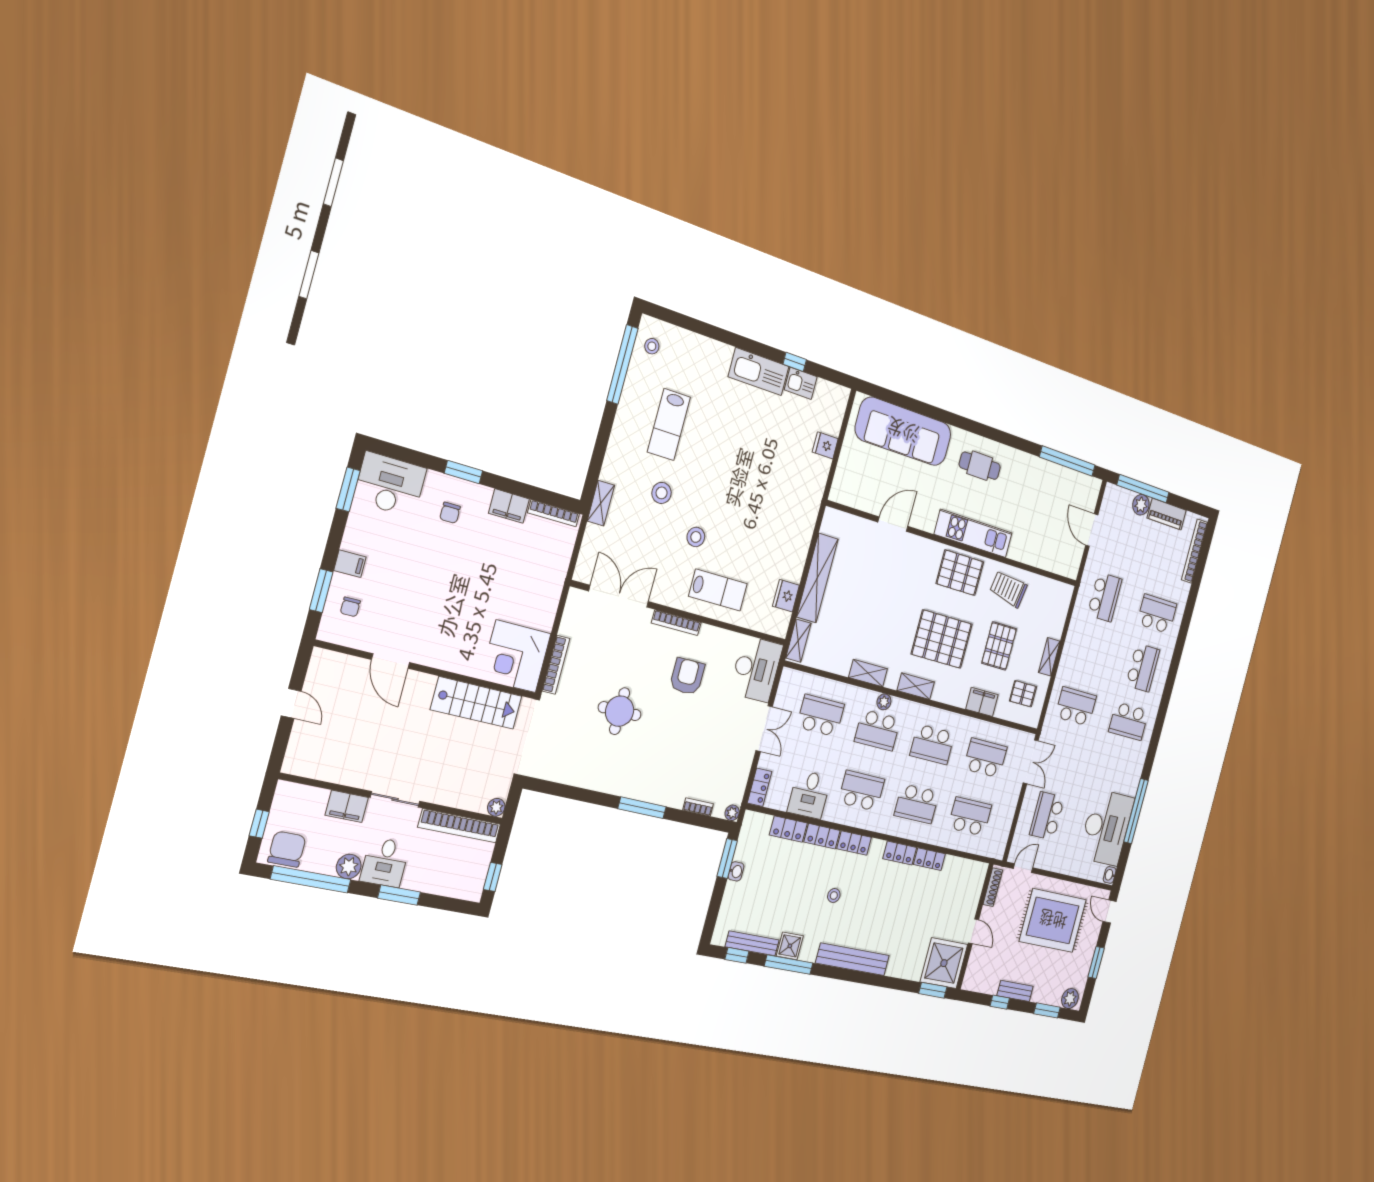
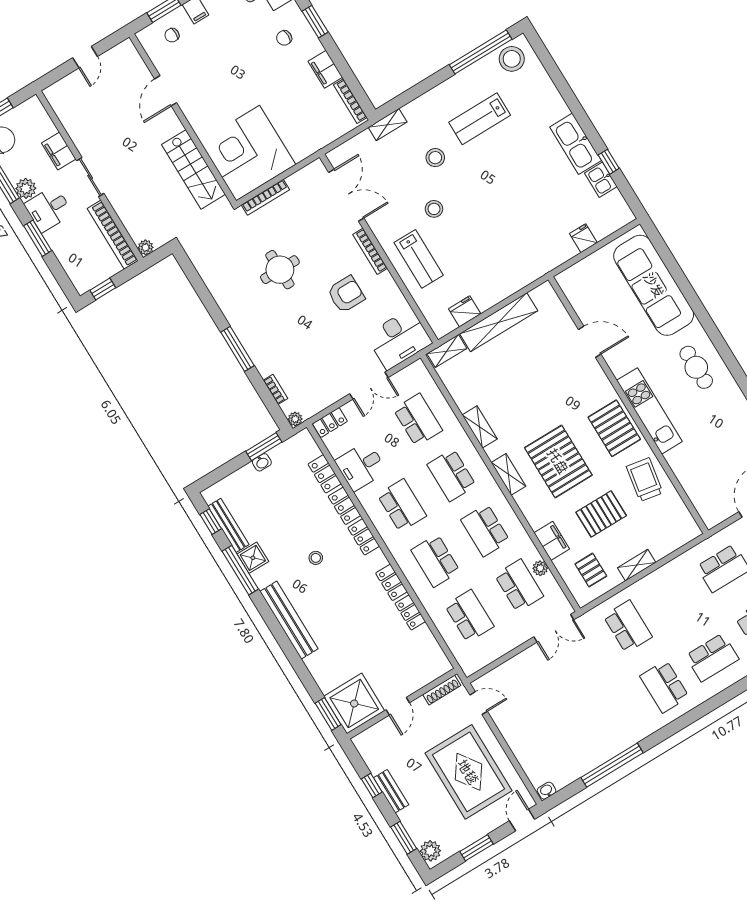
stool: (652, 346) -> (512, 59), width x1.89, depth x1.89
corner desk: (516, 656) -> (248, 153), width x1.36, depth x1.36
plant: (884, 702) -> (540, 568), moved
school desk: (1047, 816) -> (532, 685), removed
desk: (1106, 828) -> (575, 750), removed

